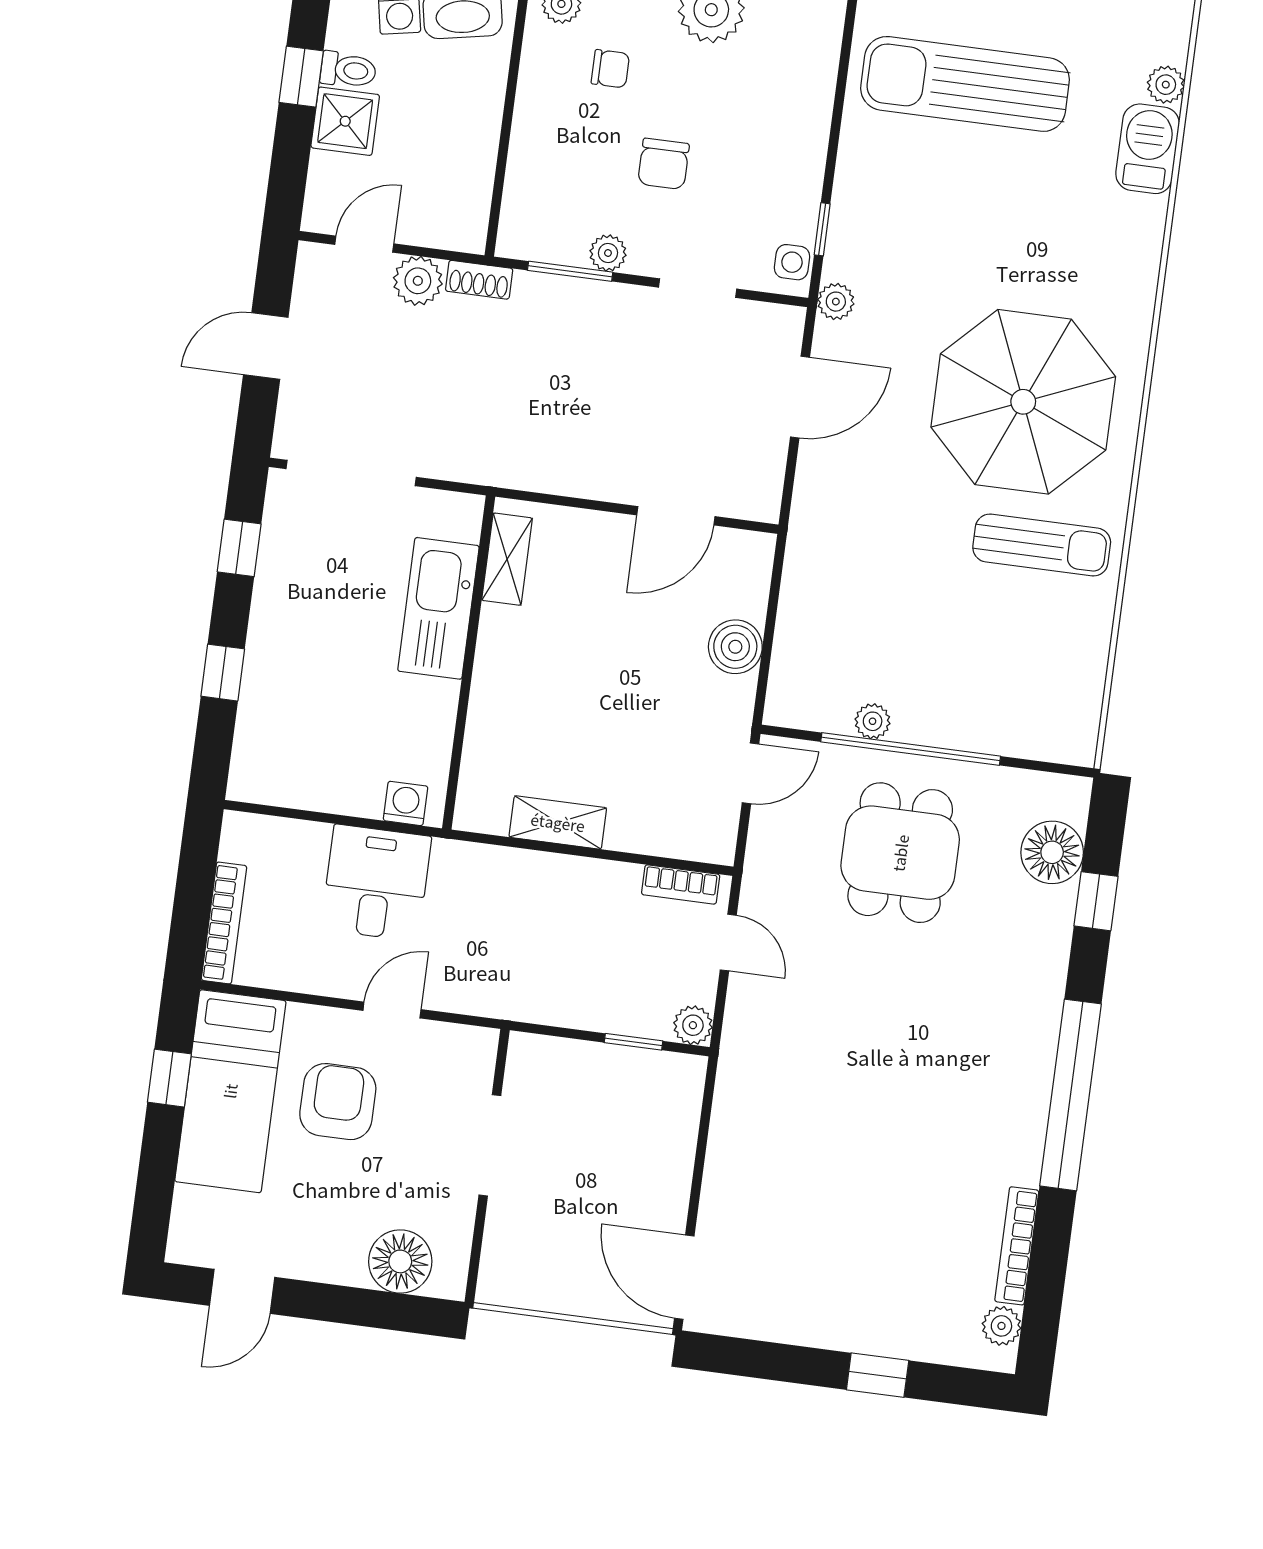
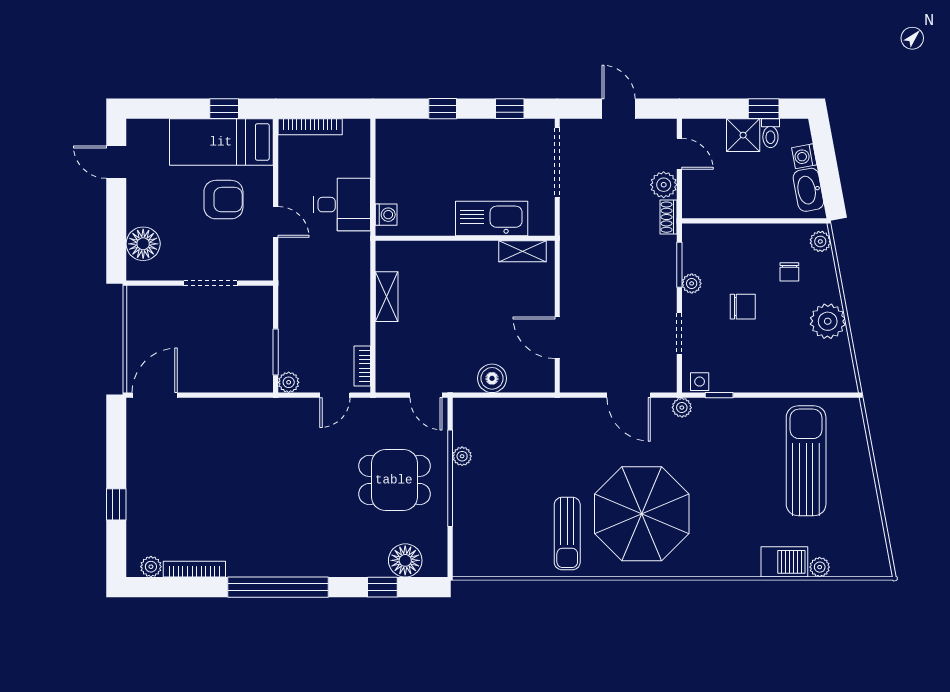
chair: (663, 164) -> (743, 307), turned 180
window: (634, 1042) -> (276, 352), width x1.50

